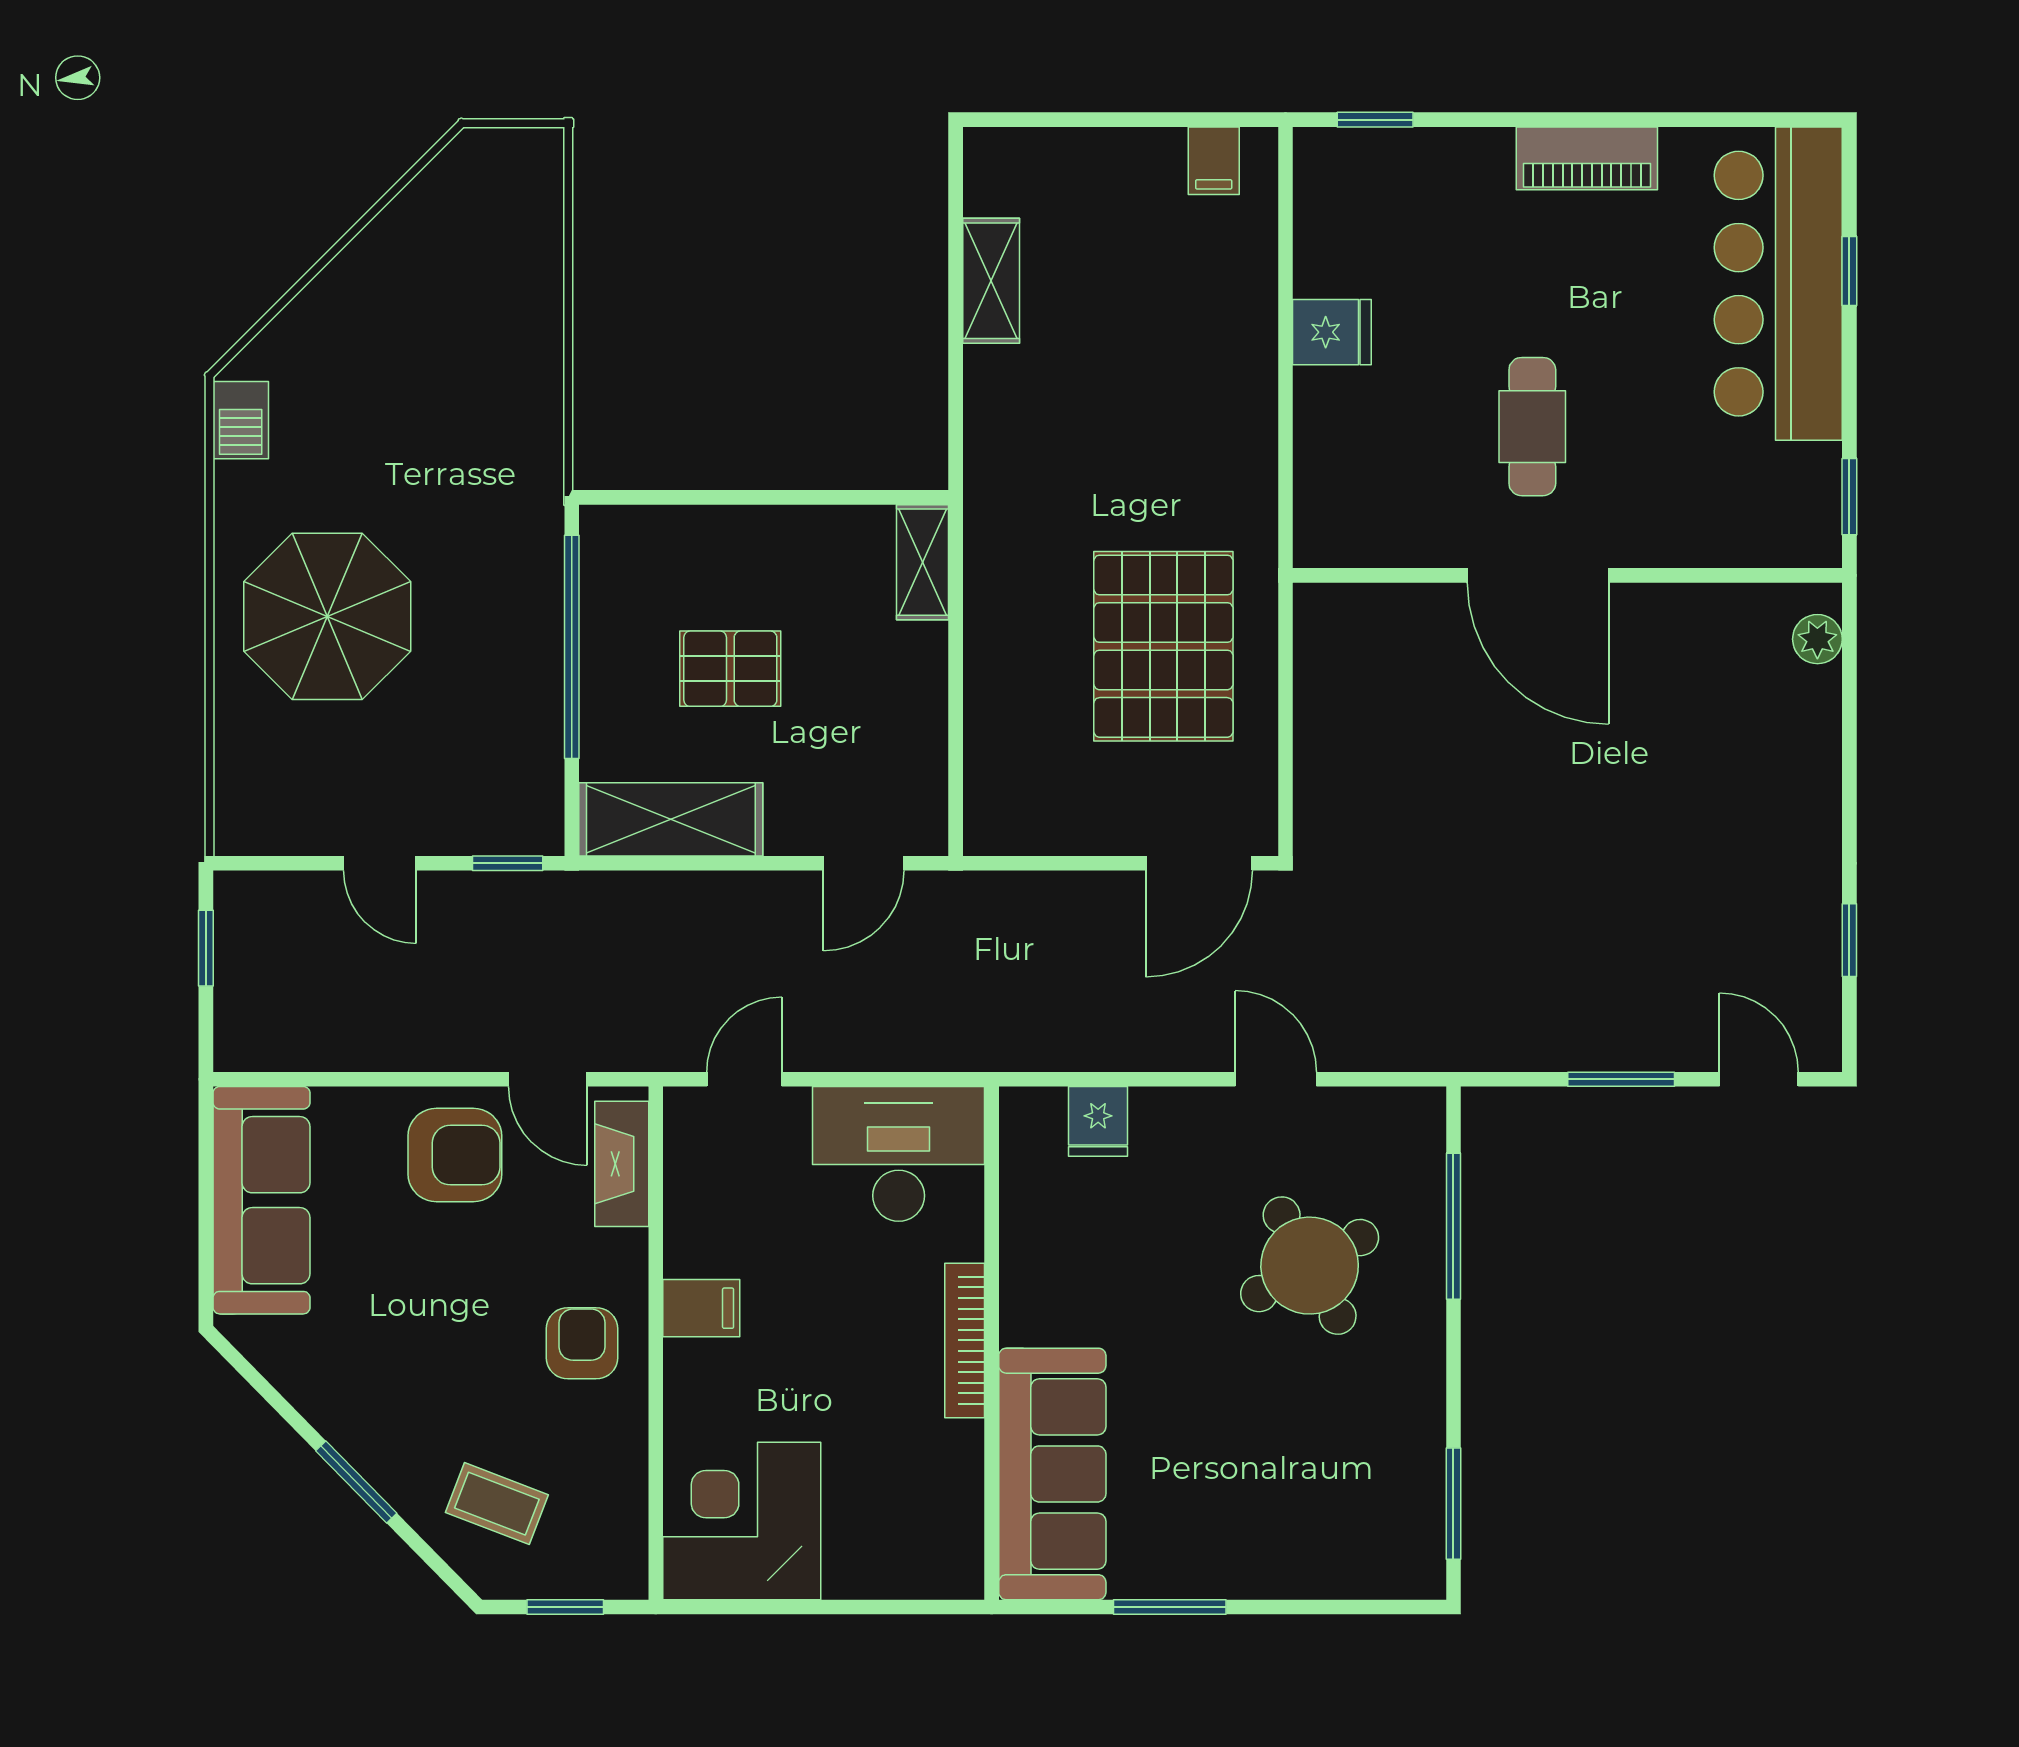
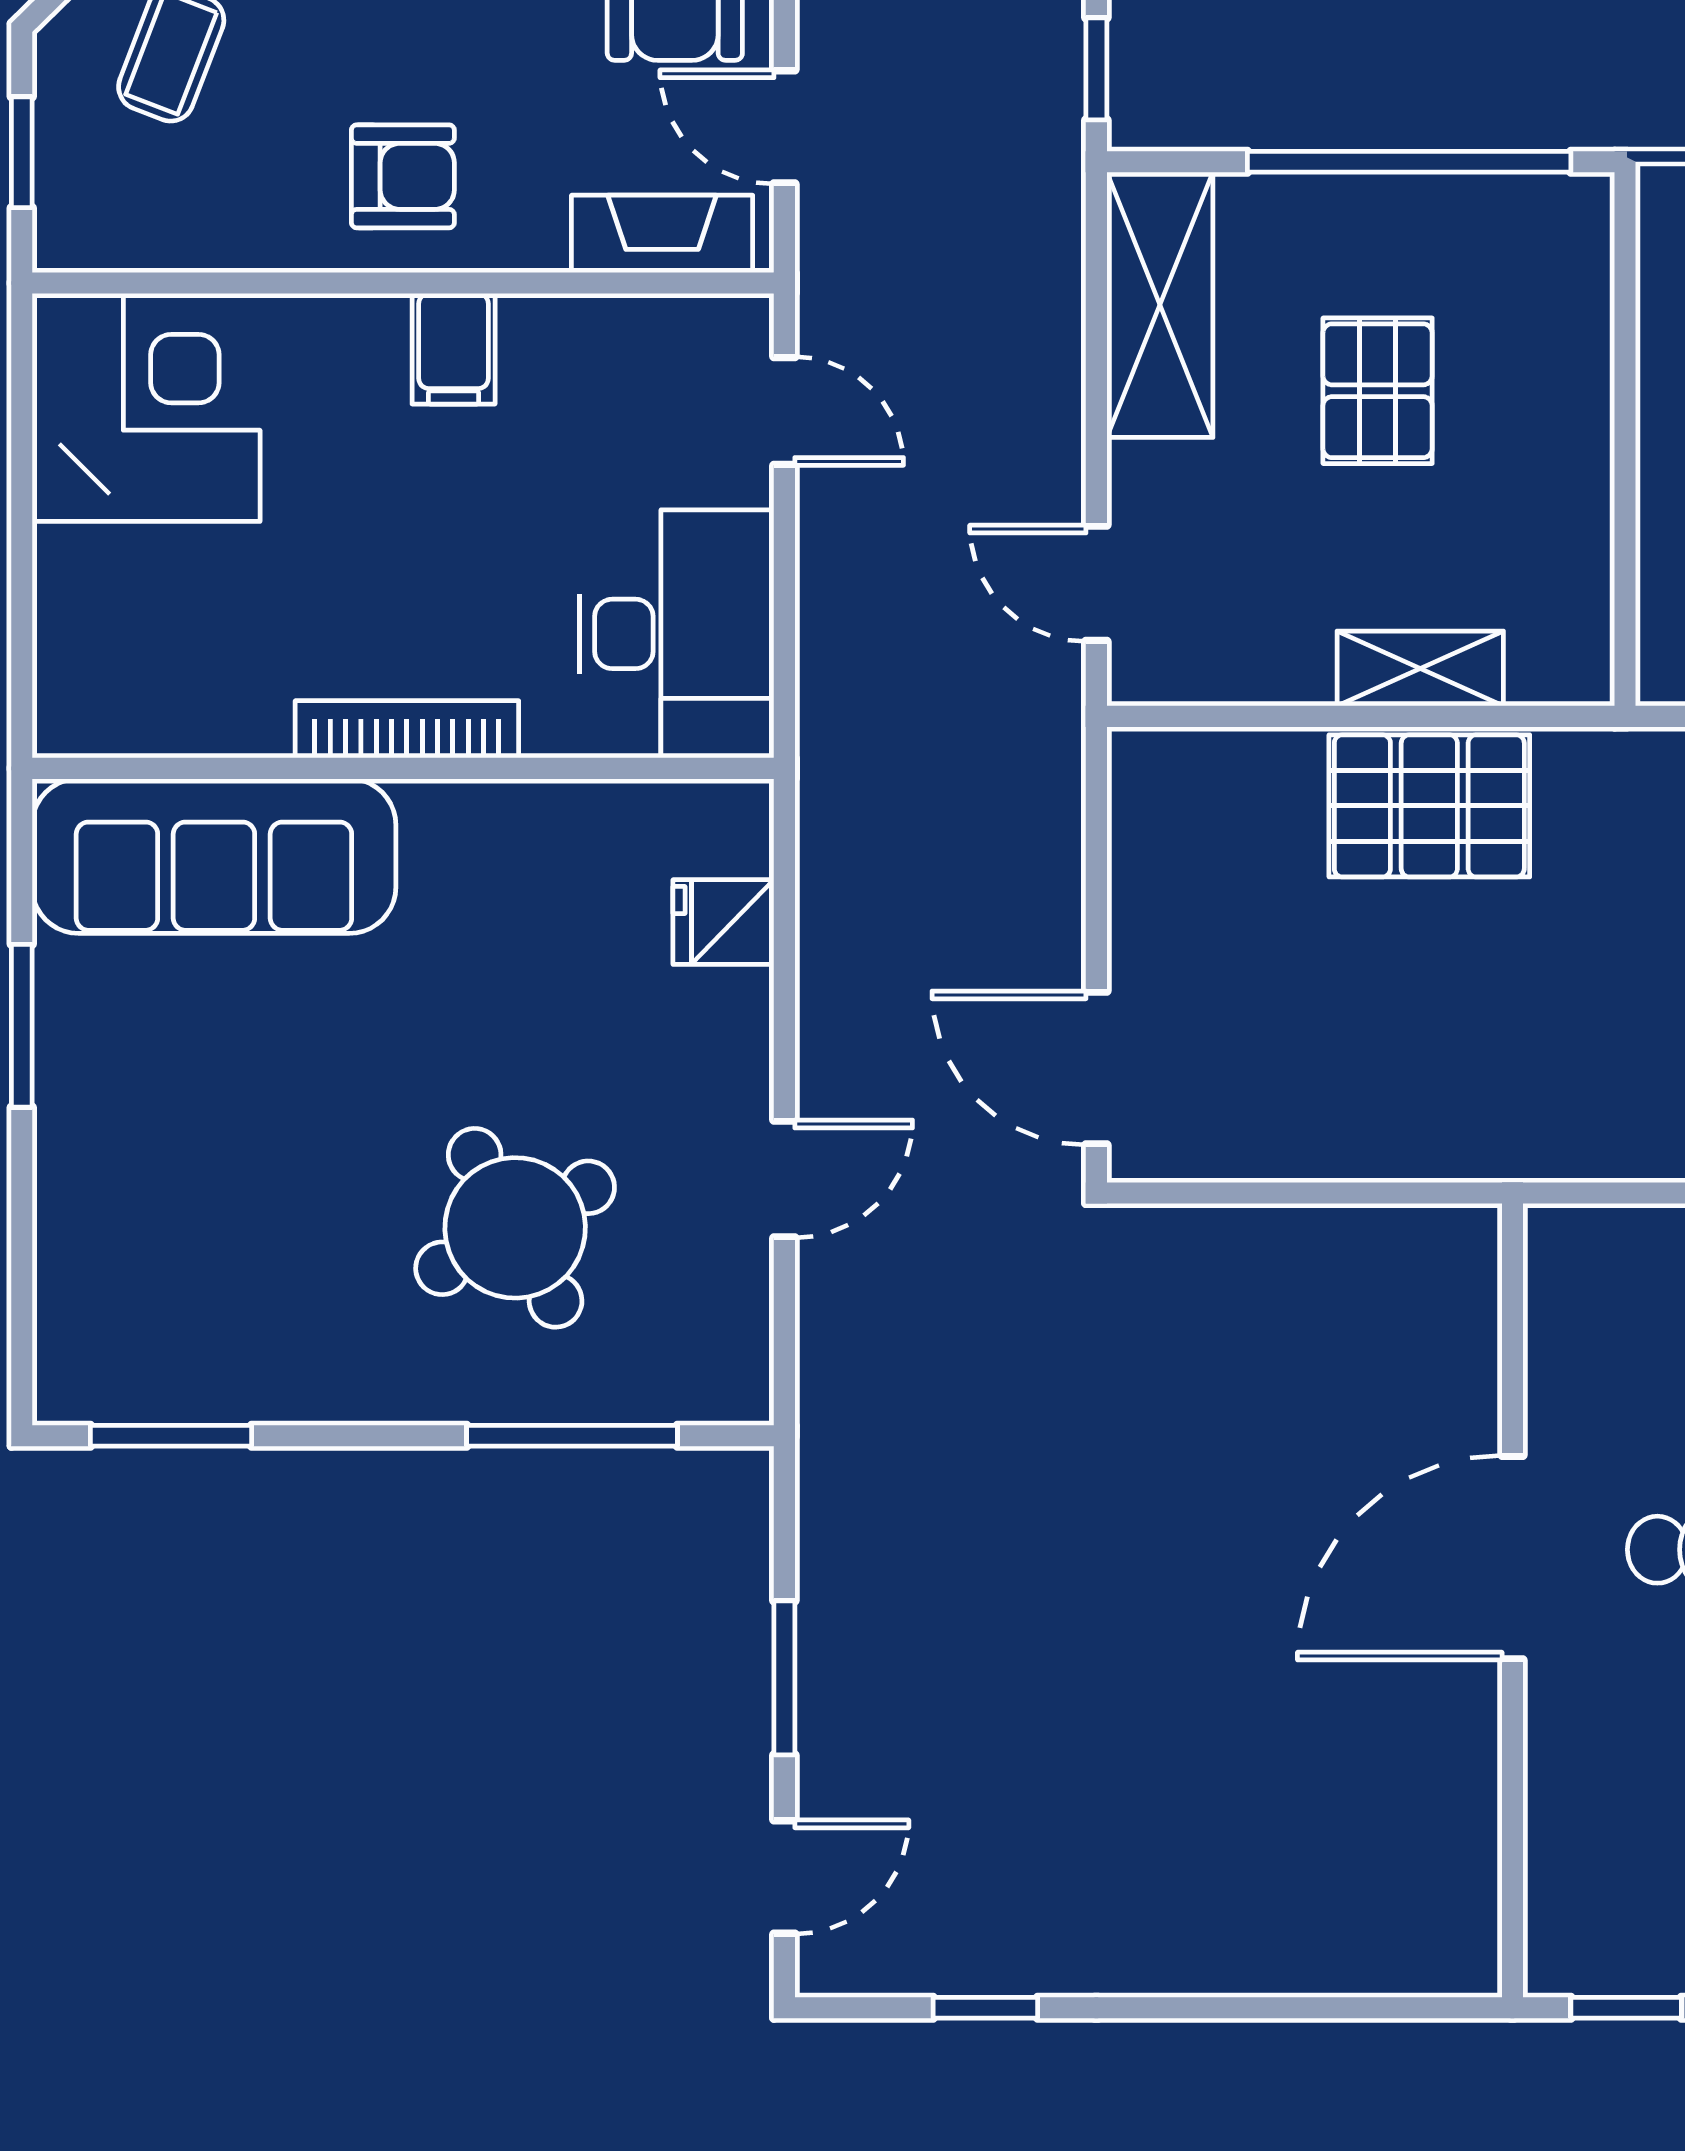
shelving: (923, 562) -> (1420, 669), moved
plant: (1817, 639) -> (1420, 1962), removed
pallet: (1163, 646) -> (1429, 806), moved, width x0.73, depth x0.71
door: (548, 1079) -> (784, 127), hinge flipped

